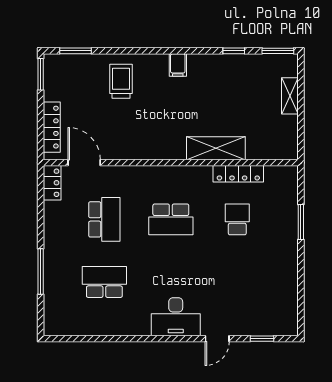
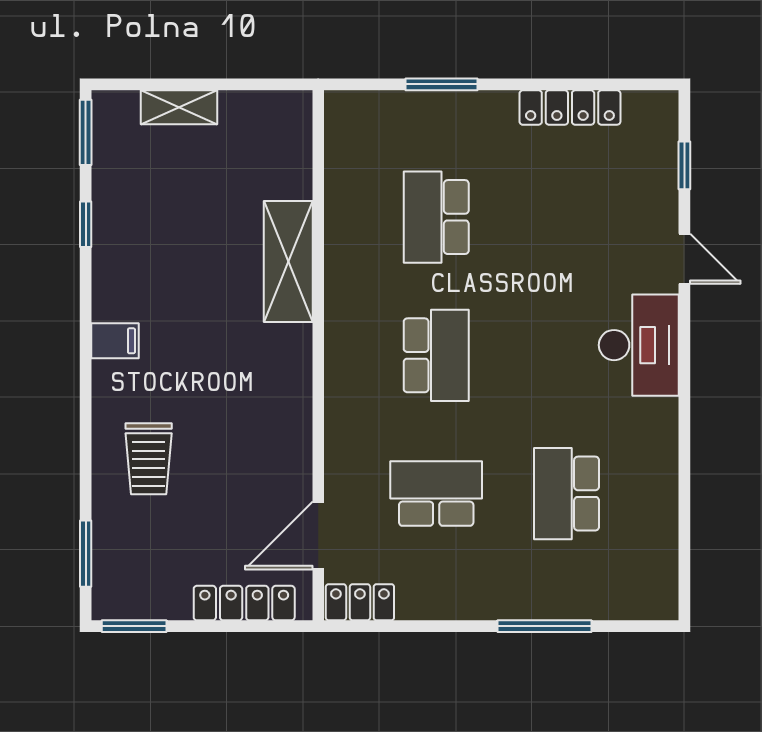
trolley: (121, 81) -> (149, 459), turned -90
locker: (238, 174) -> (570, 108), moved, turned 90
school desk: (237, 219) -> (436, 217), width x1.85

